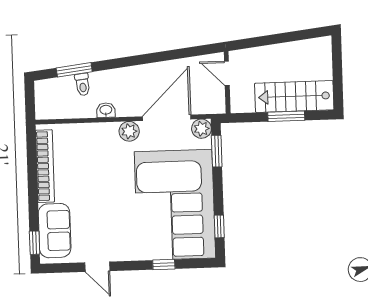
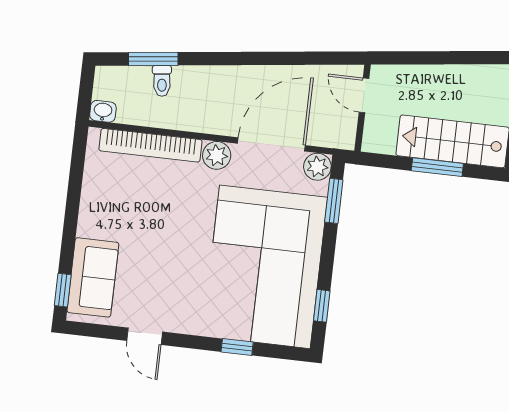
washbasin: (106, 110) -> (103, 111), moved
bookcase: (45, 166) -> (150, 145), moved, turned 90

